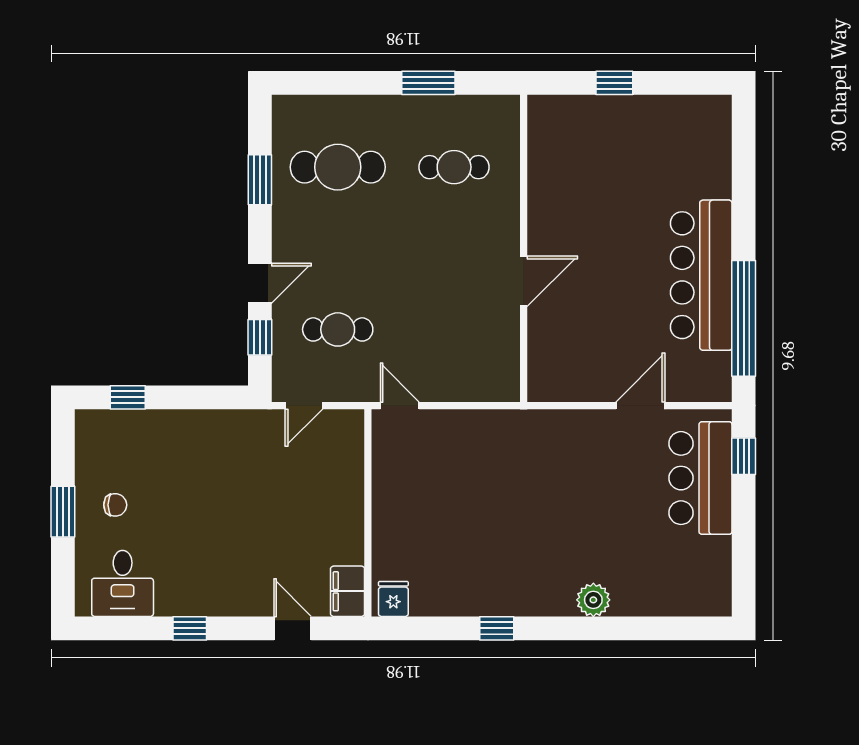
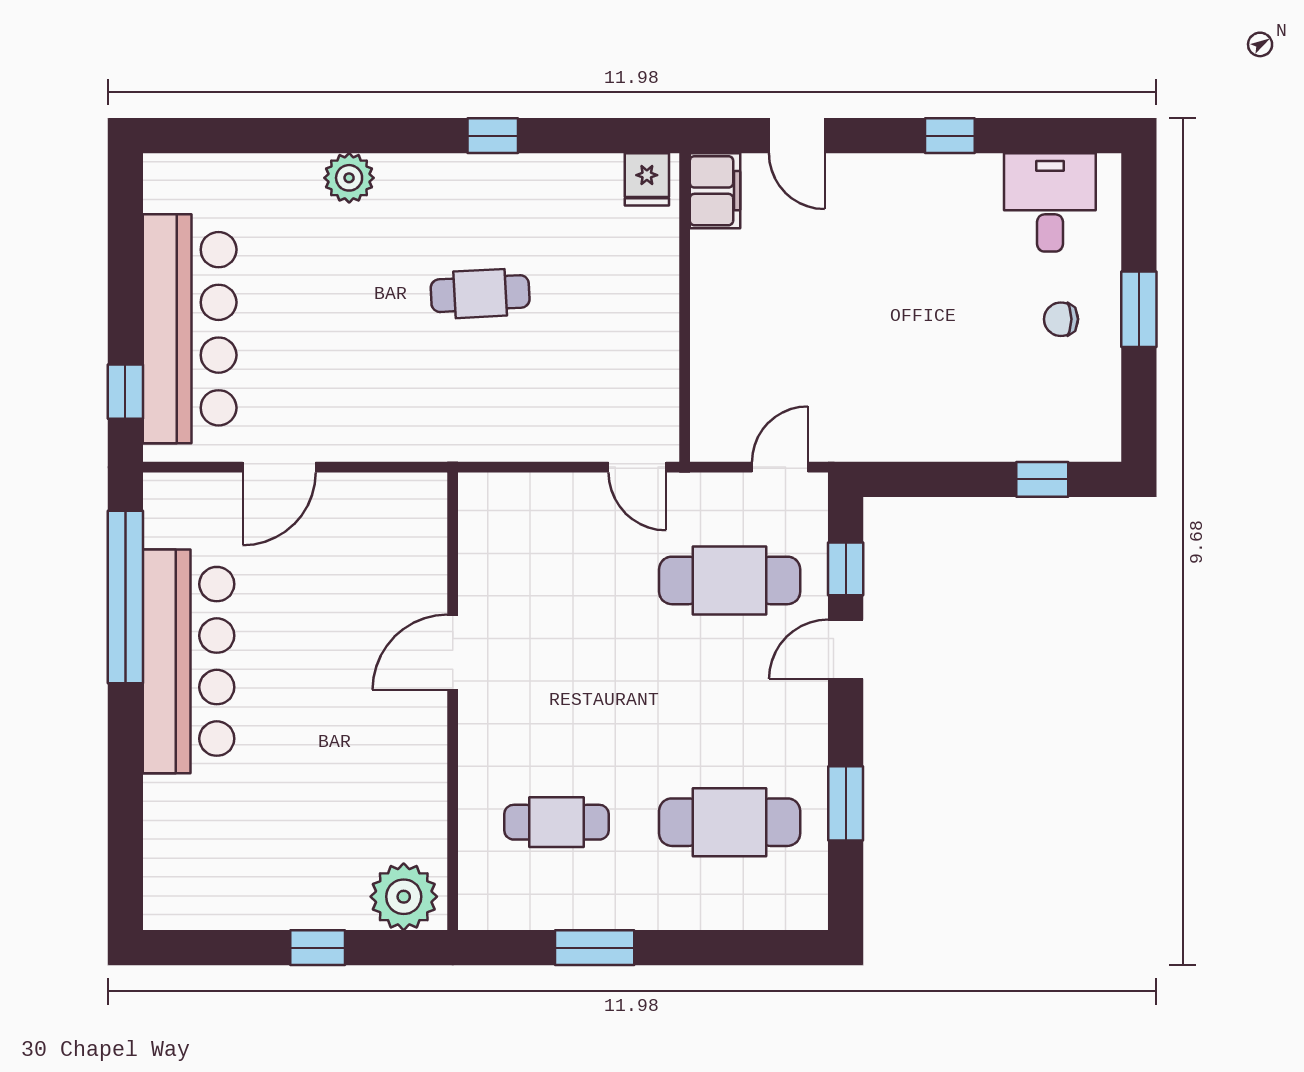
plant: (557, 117) -> (404, 897), added
cafe table: (338, 329) -> (730, 580), width x1.37, depth x1.35
bar counter: (700, 478) -> (190, 329), width x1.36
cafe table: (505, 522) -> (480, 294), added

